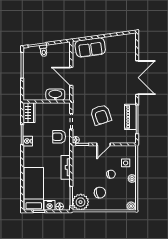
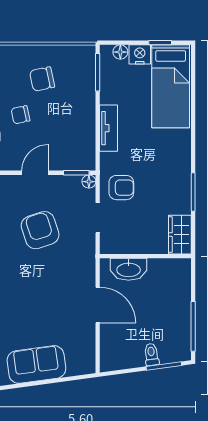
sofa: (90, 47) -> (36, 365), moved
nightstand: (28, 141) -> (182, 179), removed
plant: (81, 202) -> (80, 61), removed

